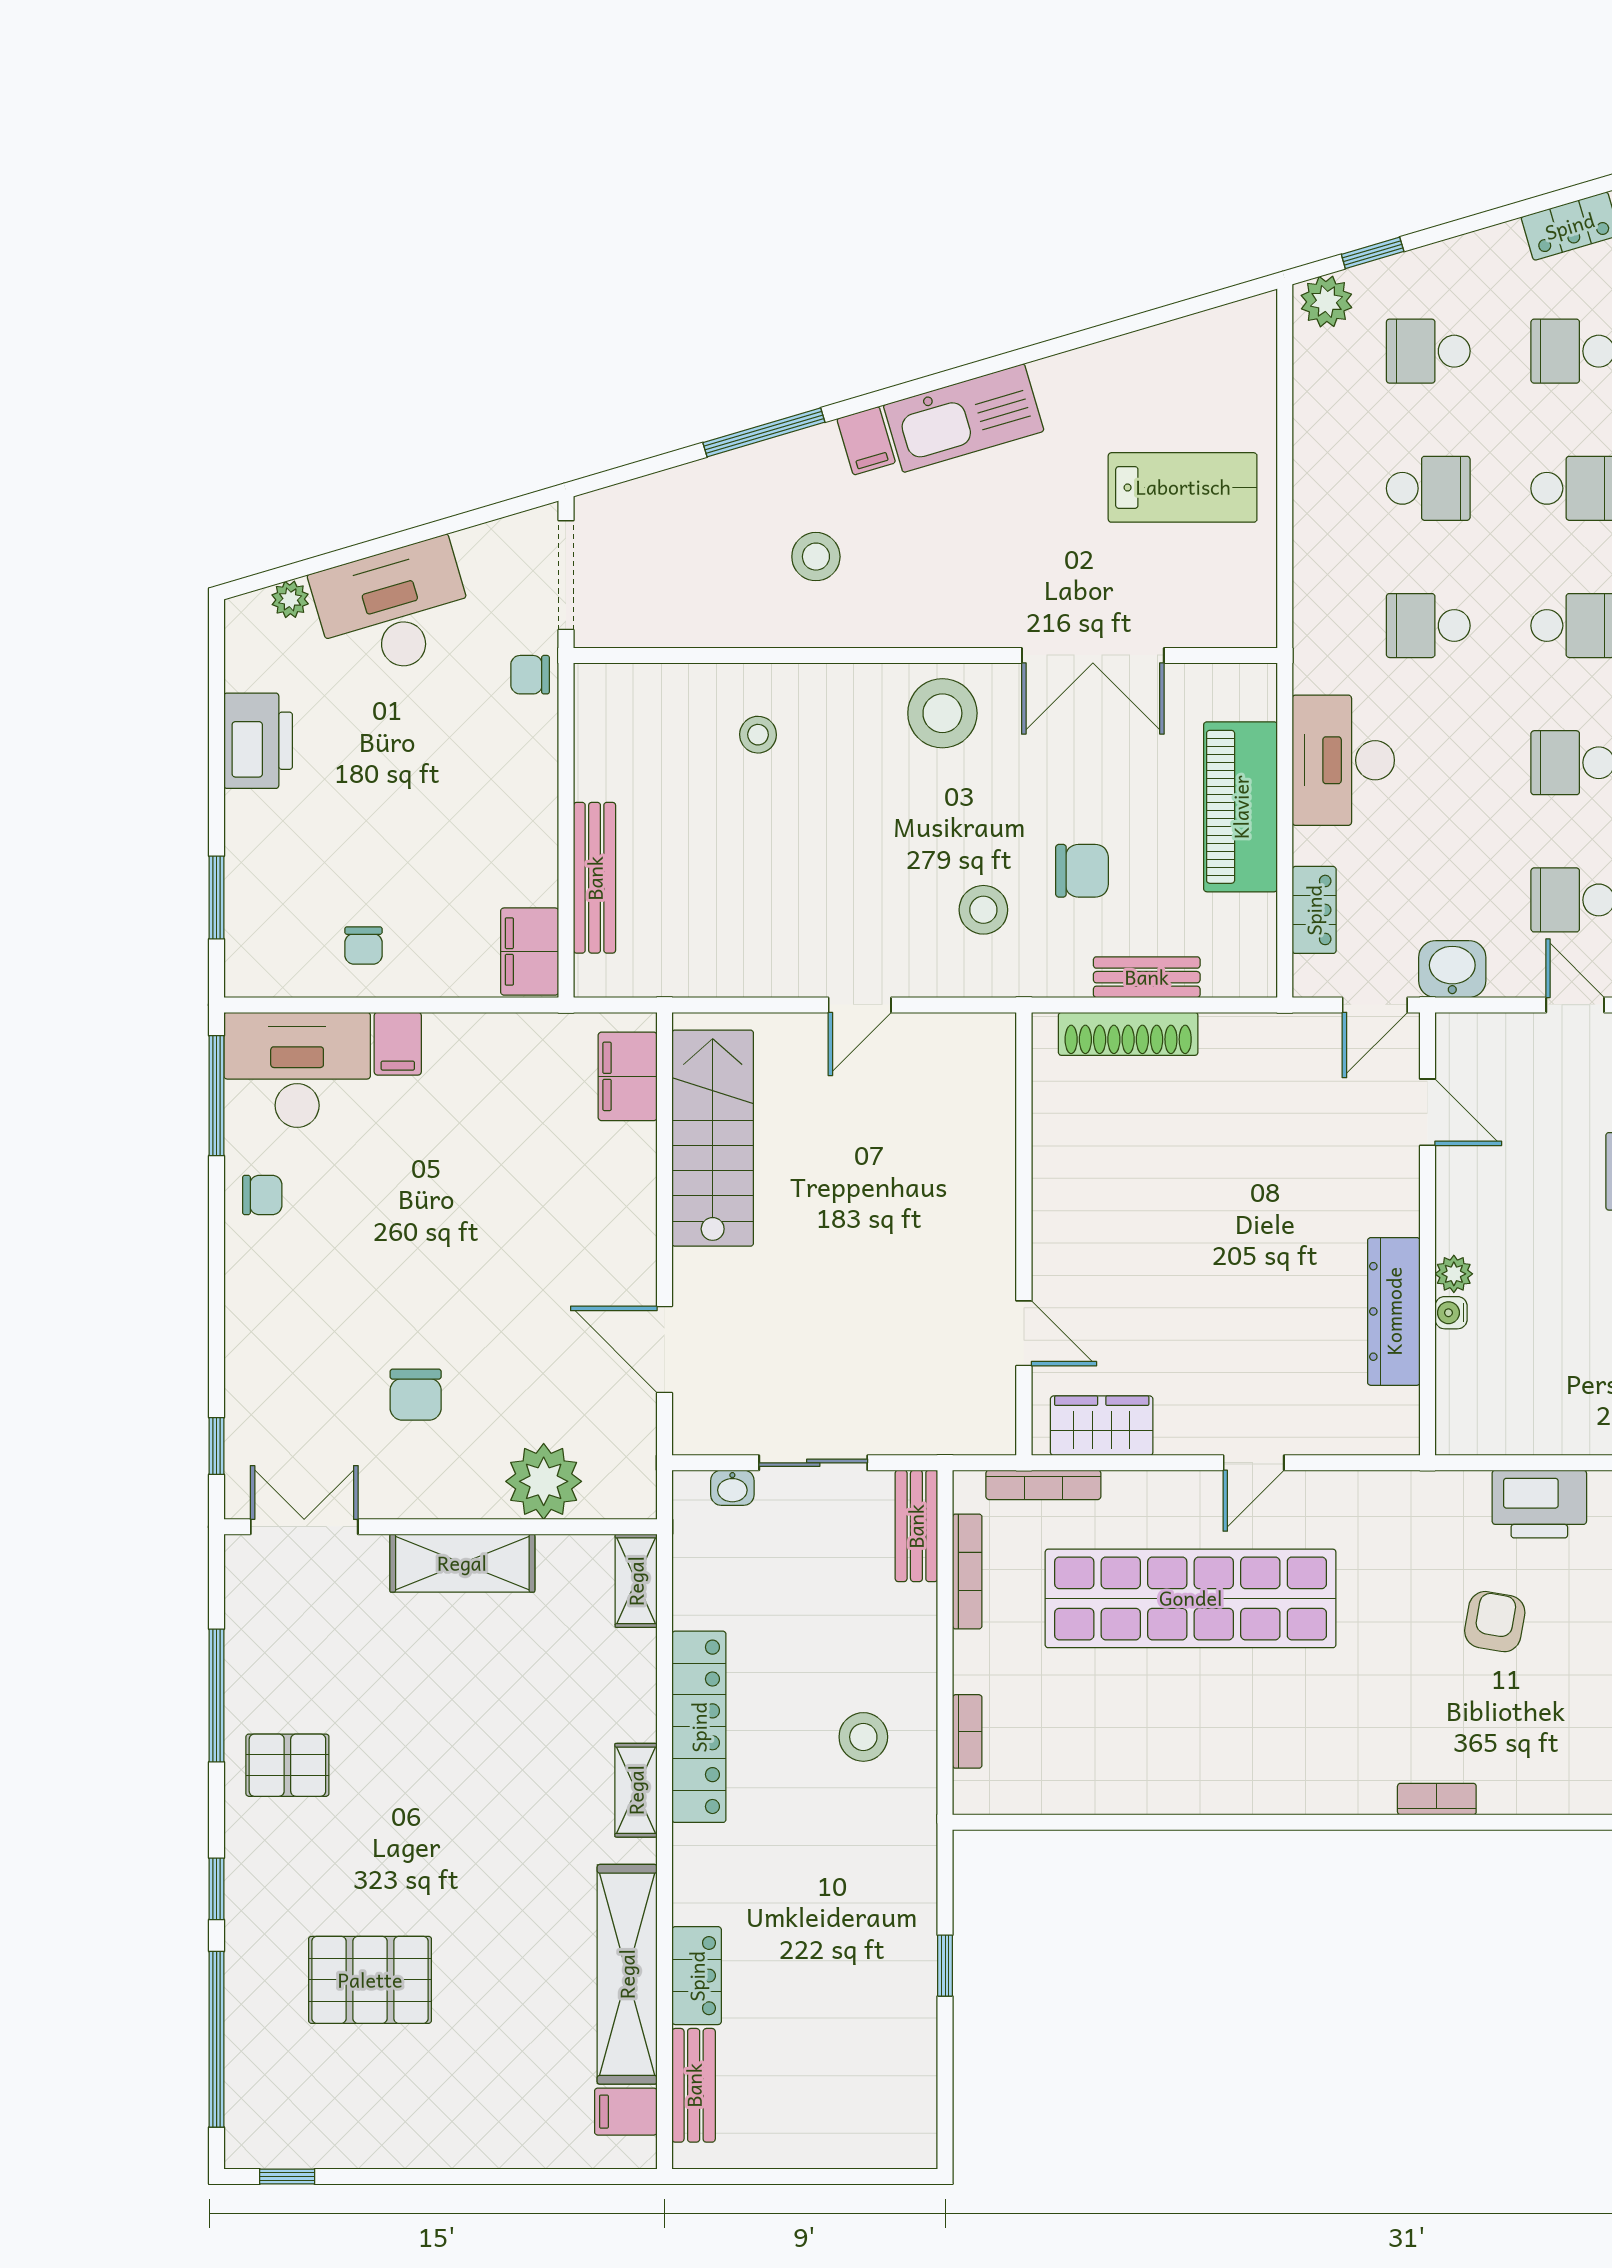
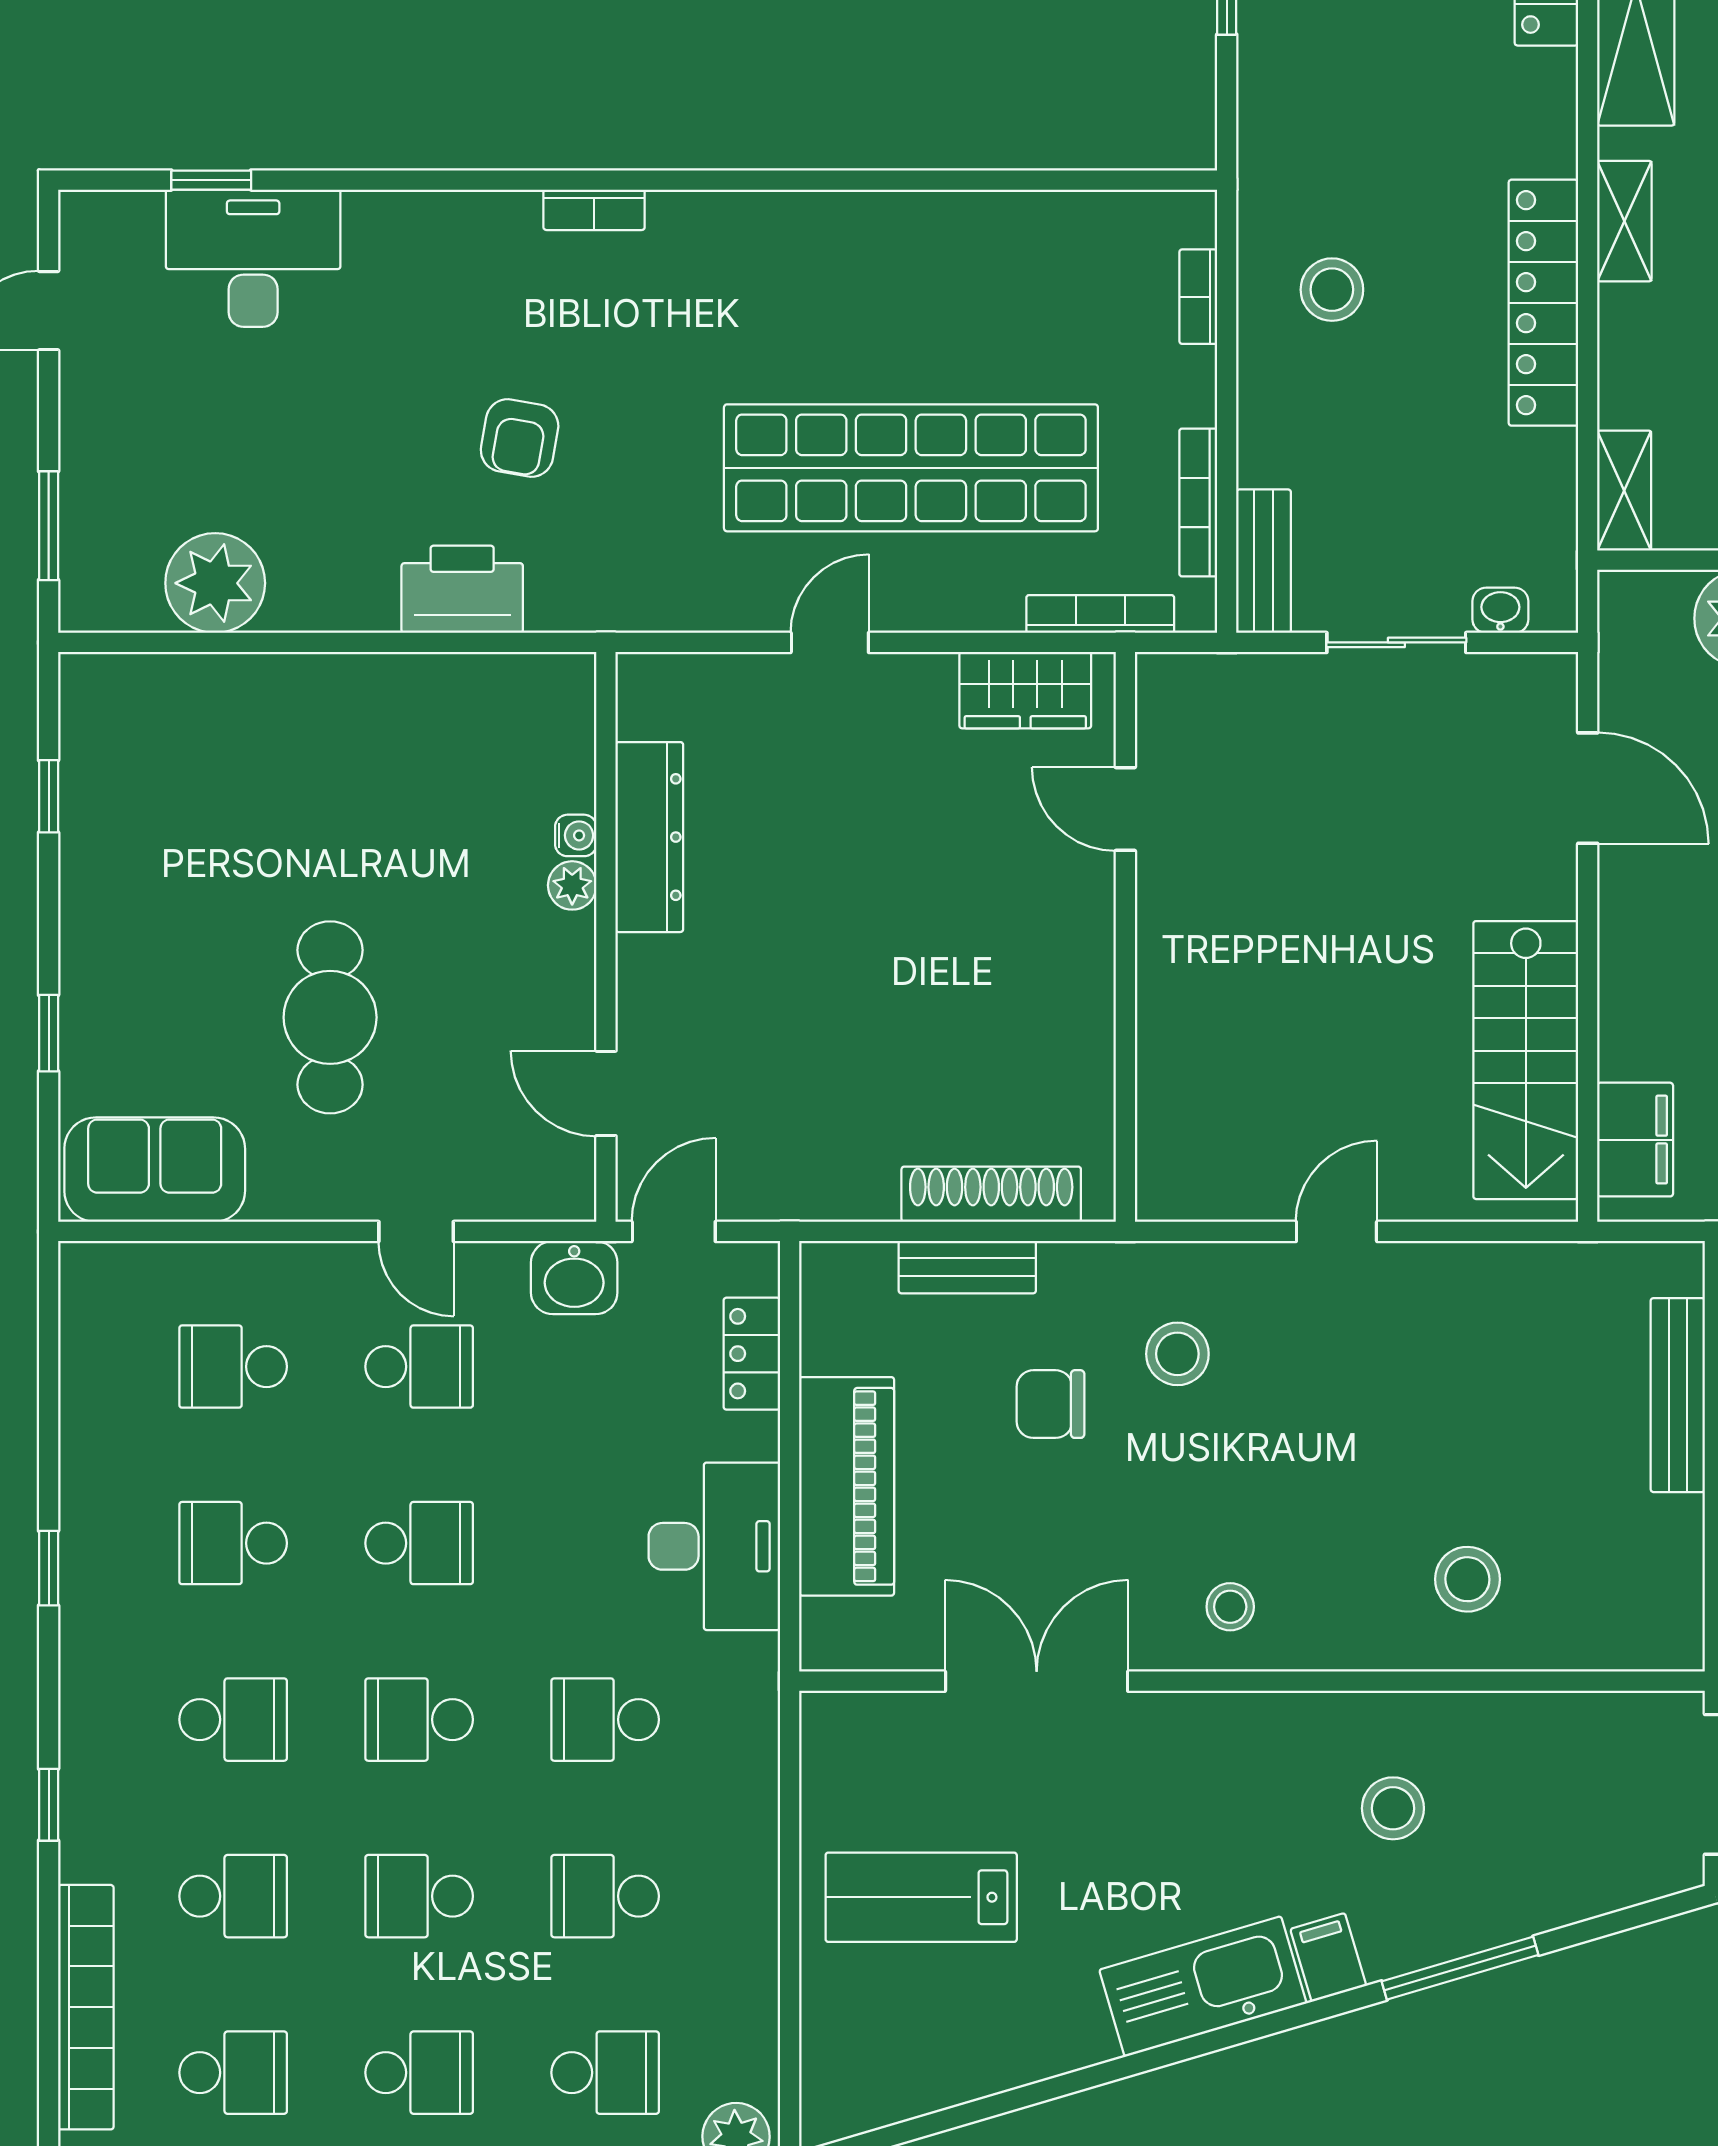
school desk: (1428, 626) -> (605, 1720), turned 180
stool: (942, 713) -> (1230, 1607), width x0.53, depth x0.53
stool: (758, 735) -> (1467, 1579), width x1.37, depth x1.37

